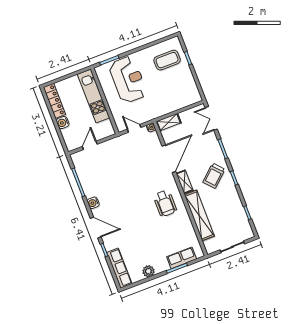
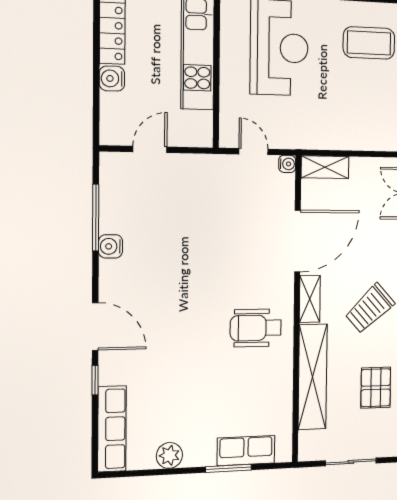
water cooler: (93, 203) -> (111, 246), moved
wheelchair: (165, 203) -> (256, 328), turned 90
pallet: (231, 210) -> (376, 388), added

